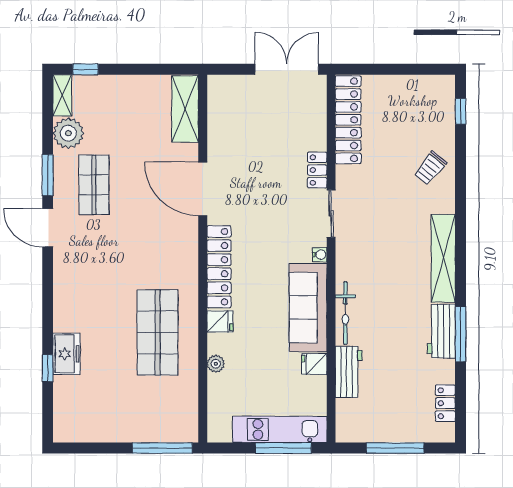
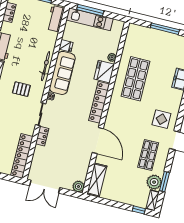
plant: (219, 87) -> (78, 186), added
window: (48, 175) -> (164, 182), moved
pallet: (383, 255) -> (21, 89), added
display table: (85, 264) -> (161, 119), added
fridge: (220, 321) -> (104, 72), width x1.88, depth x1.34
workbench: (349, 372) -> (56, 19), moved
window: (162, 448) -> (165, 29), moved

